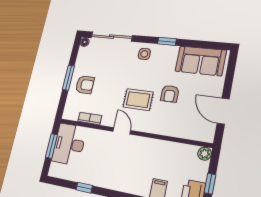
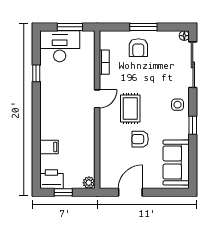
desk: (69, 144) -> (60, 46), moved

